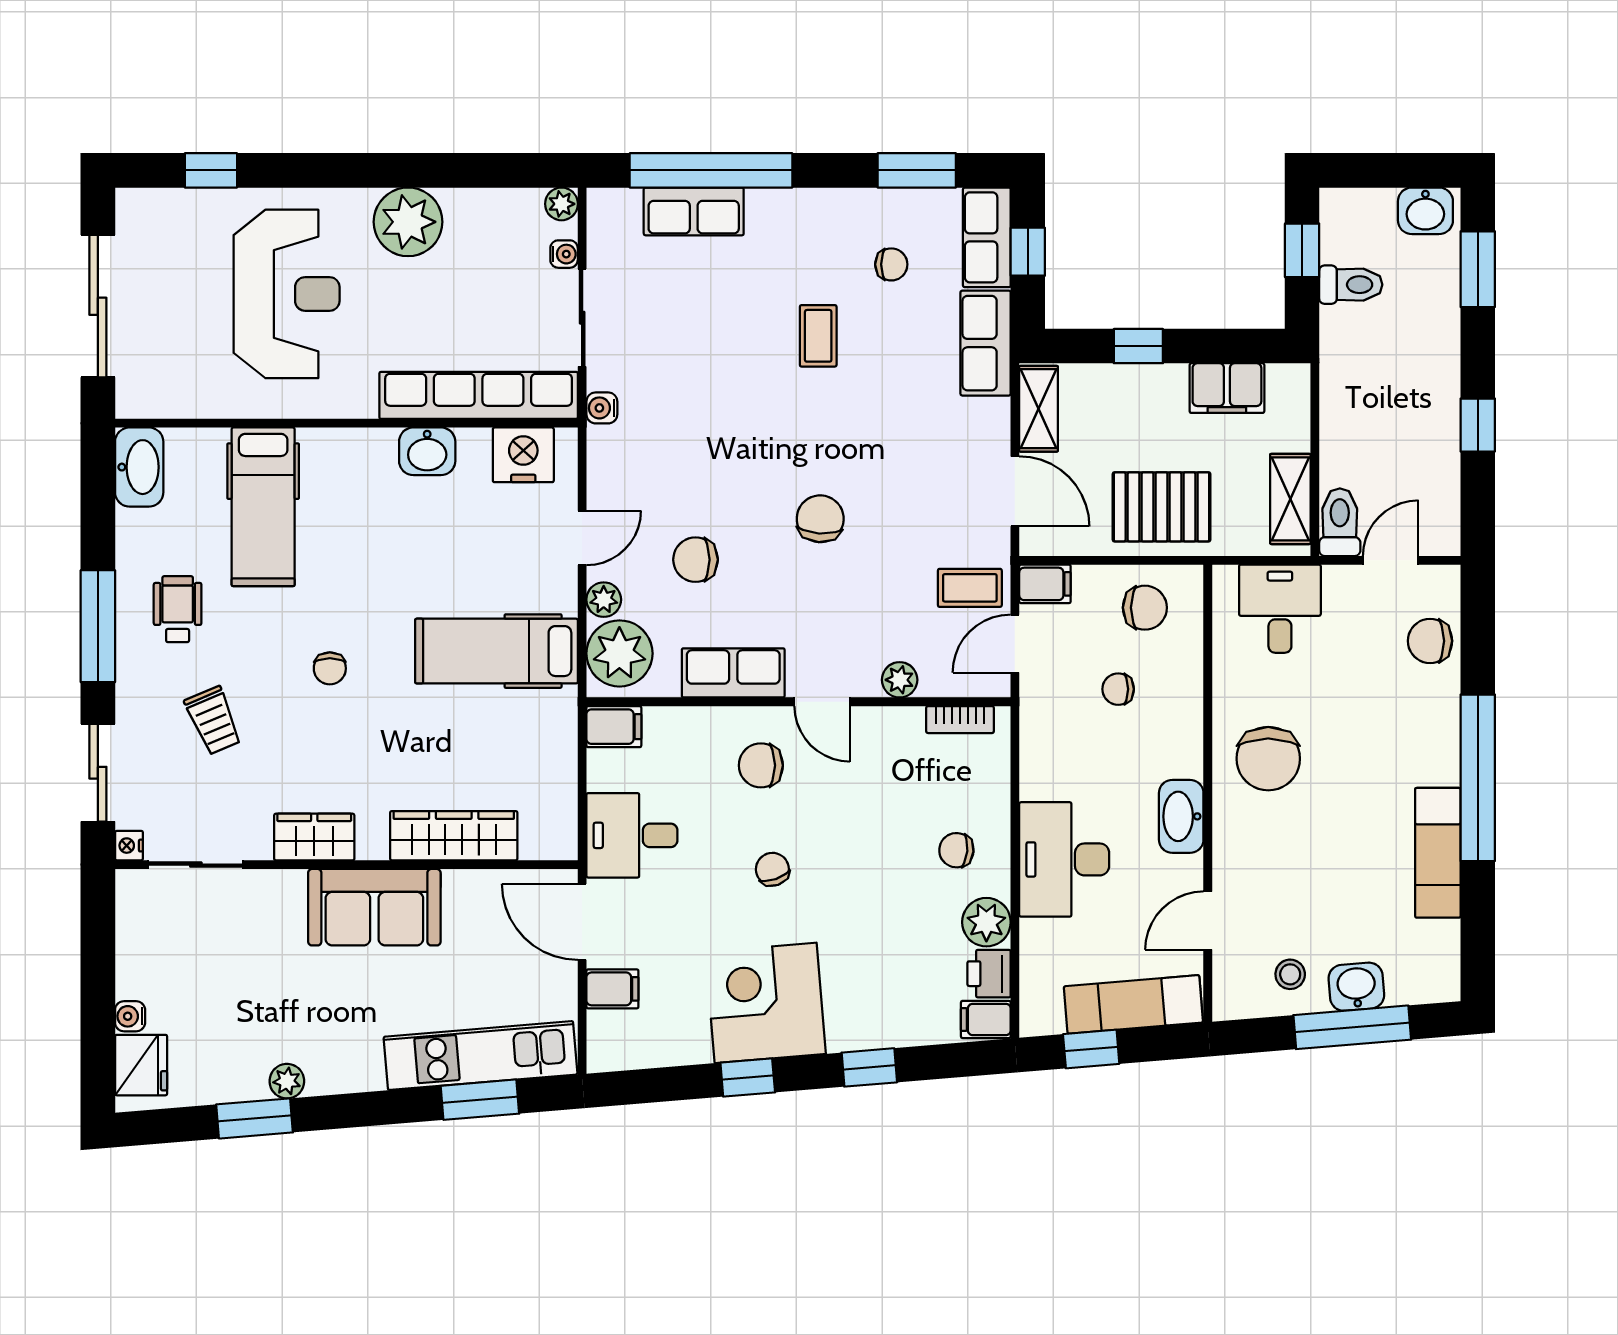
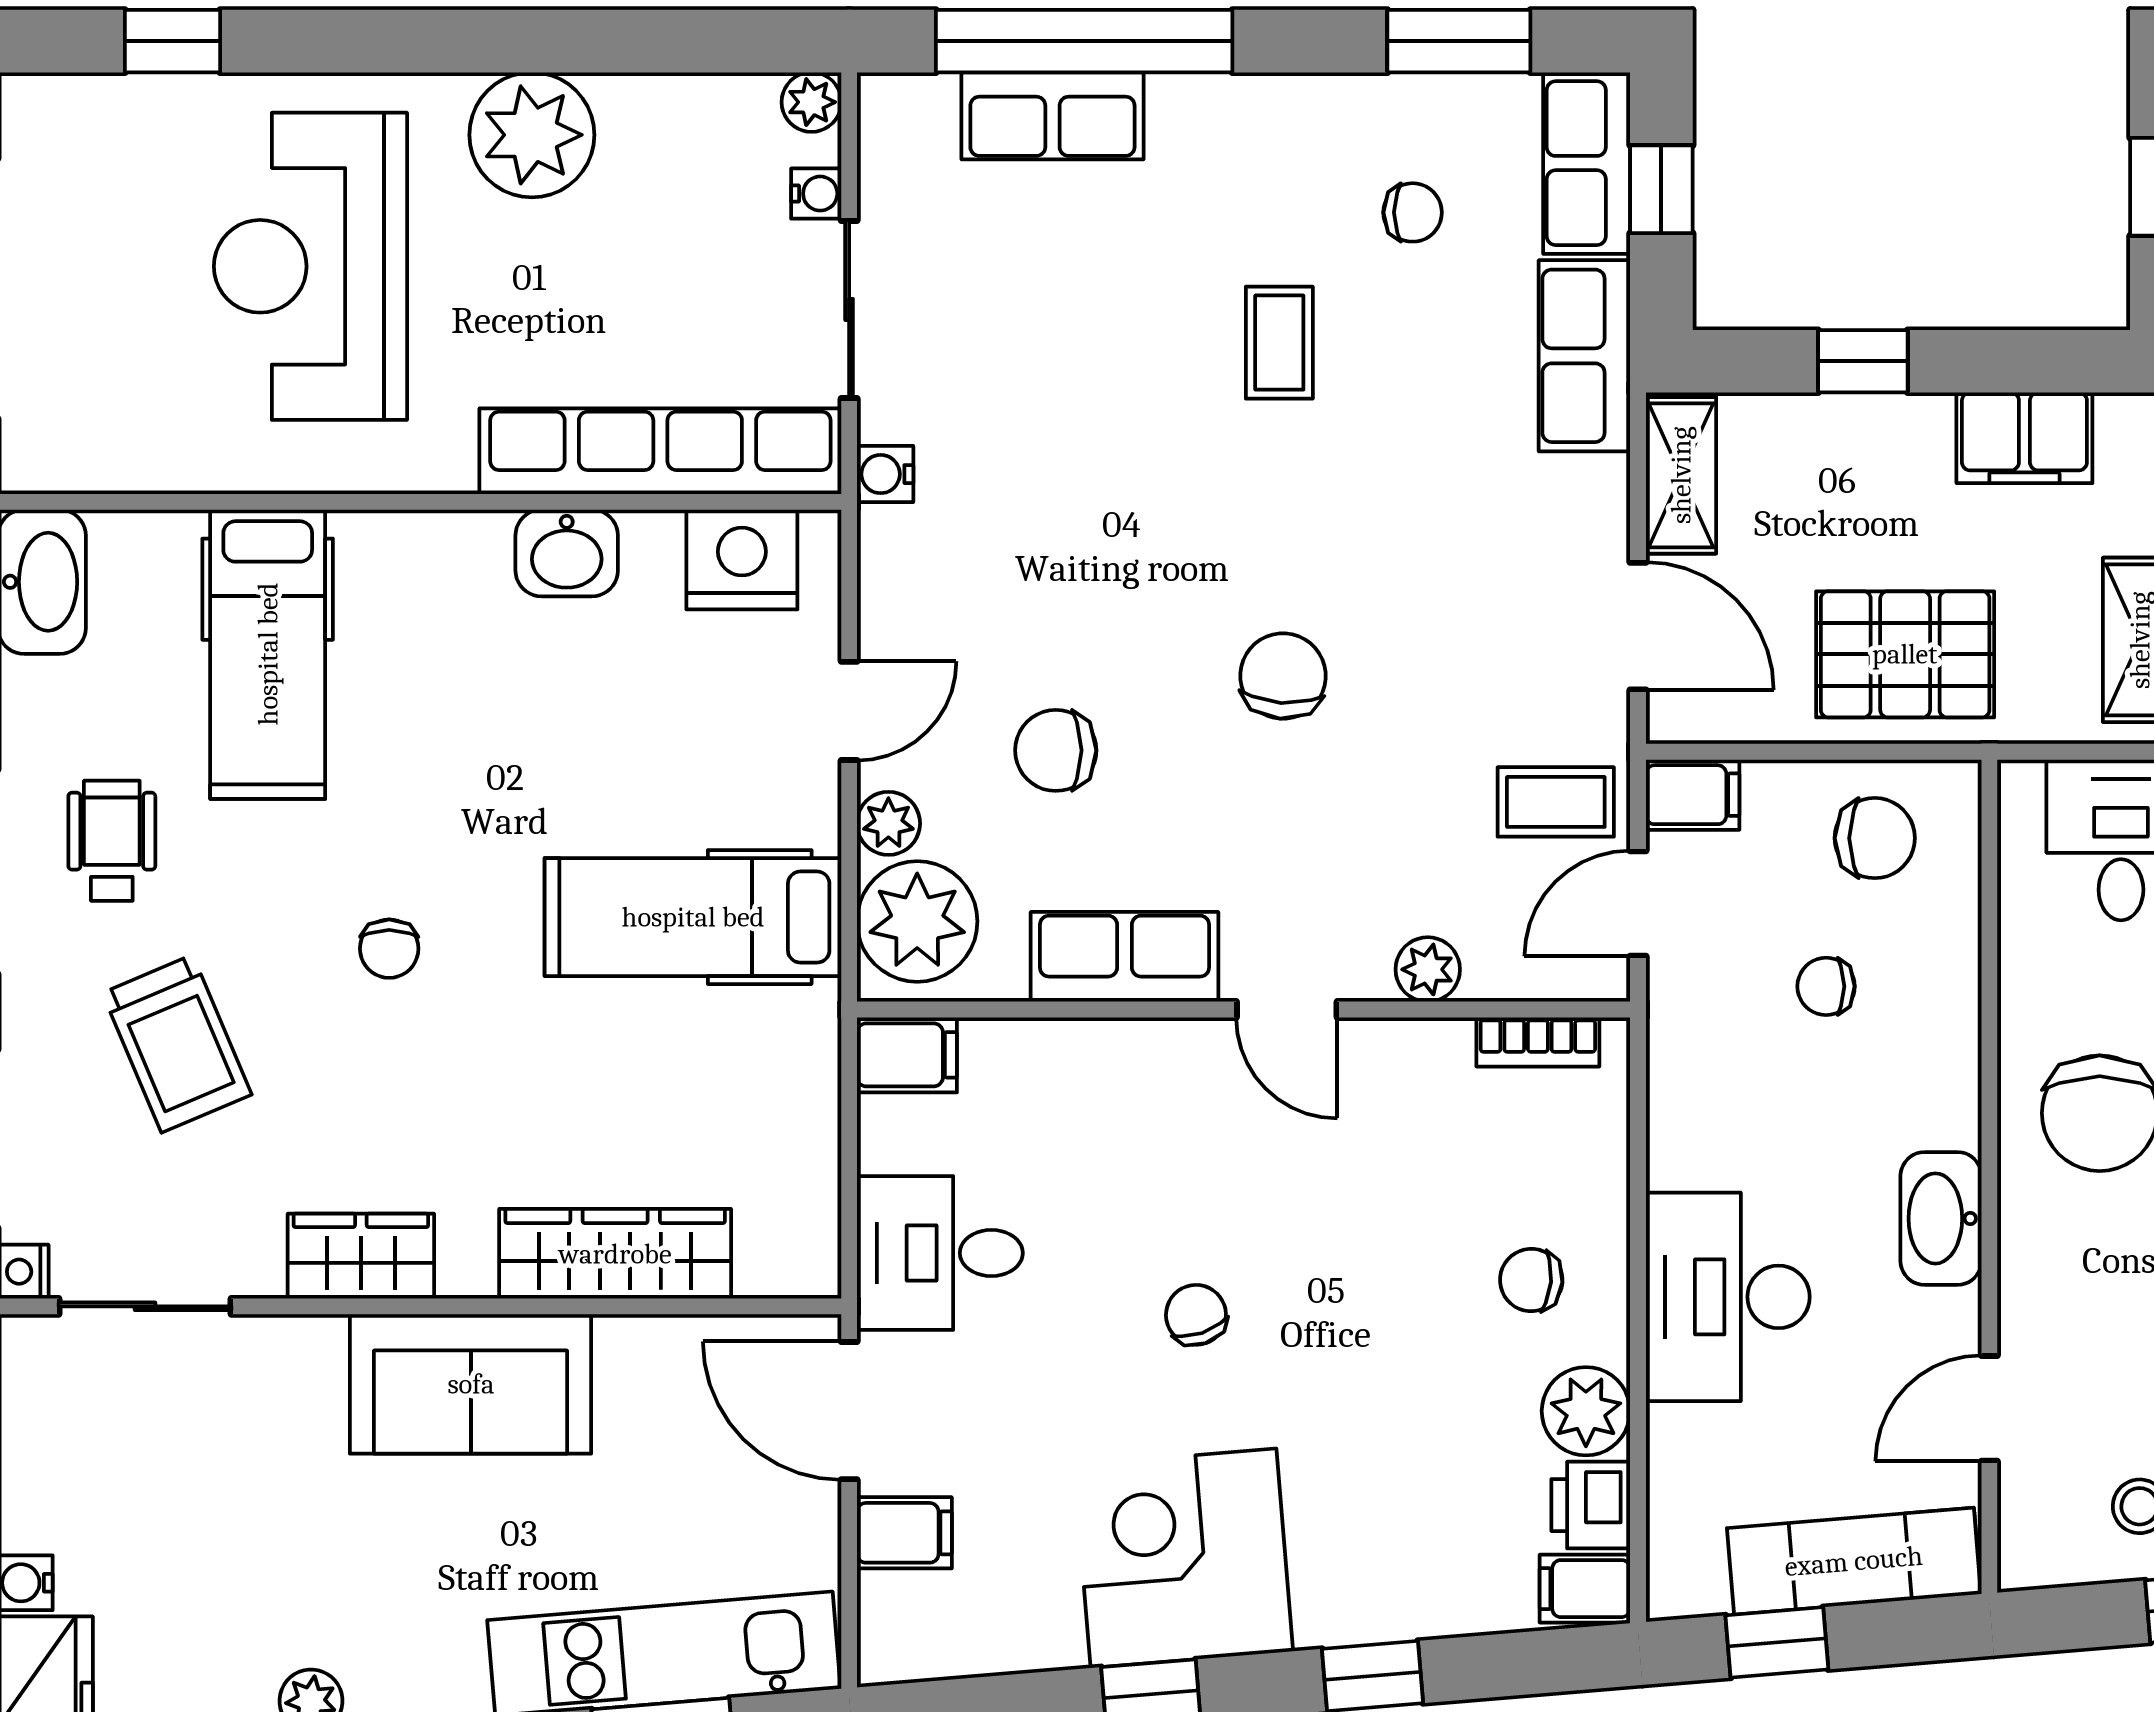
reception desk: (287, 294) -> (310, 266), turned 180
trolley: (213, 721) -> (177, 1044), width x1.36, depth x1.39
chair: (761, 765) -> (1175, 1125), removed

